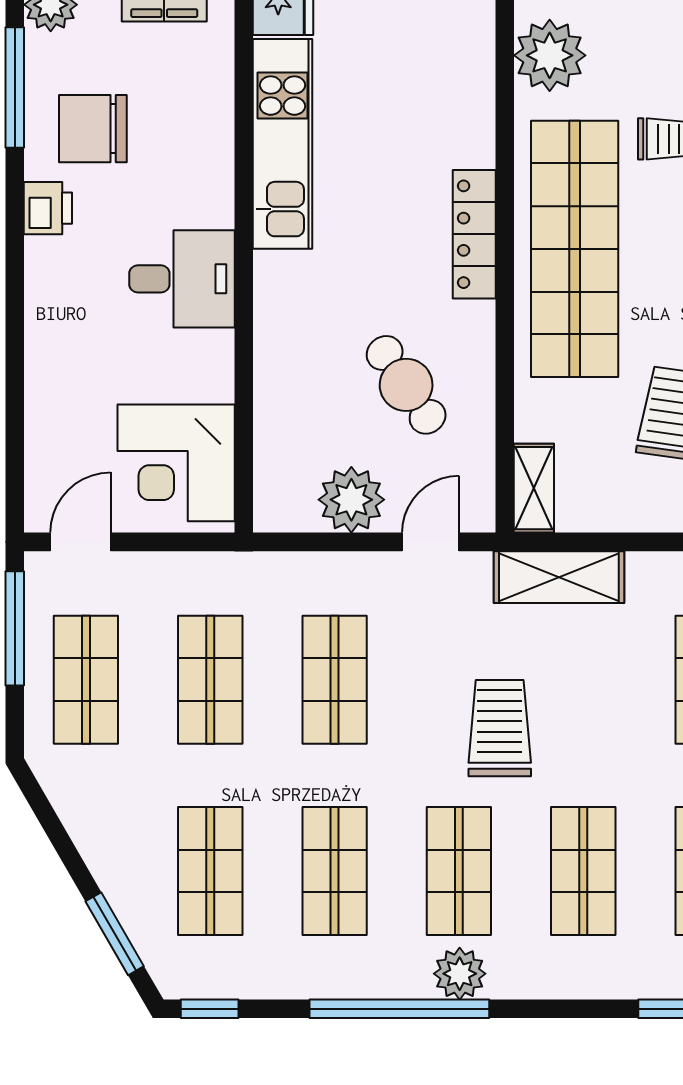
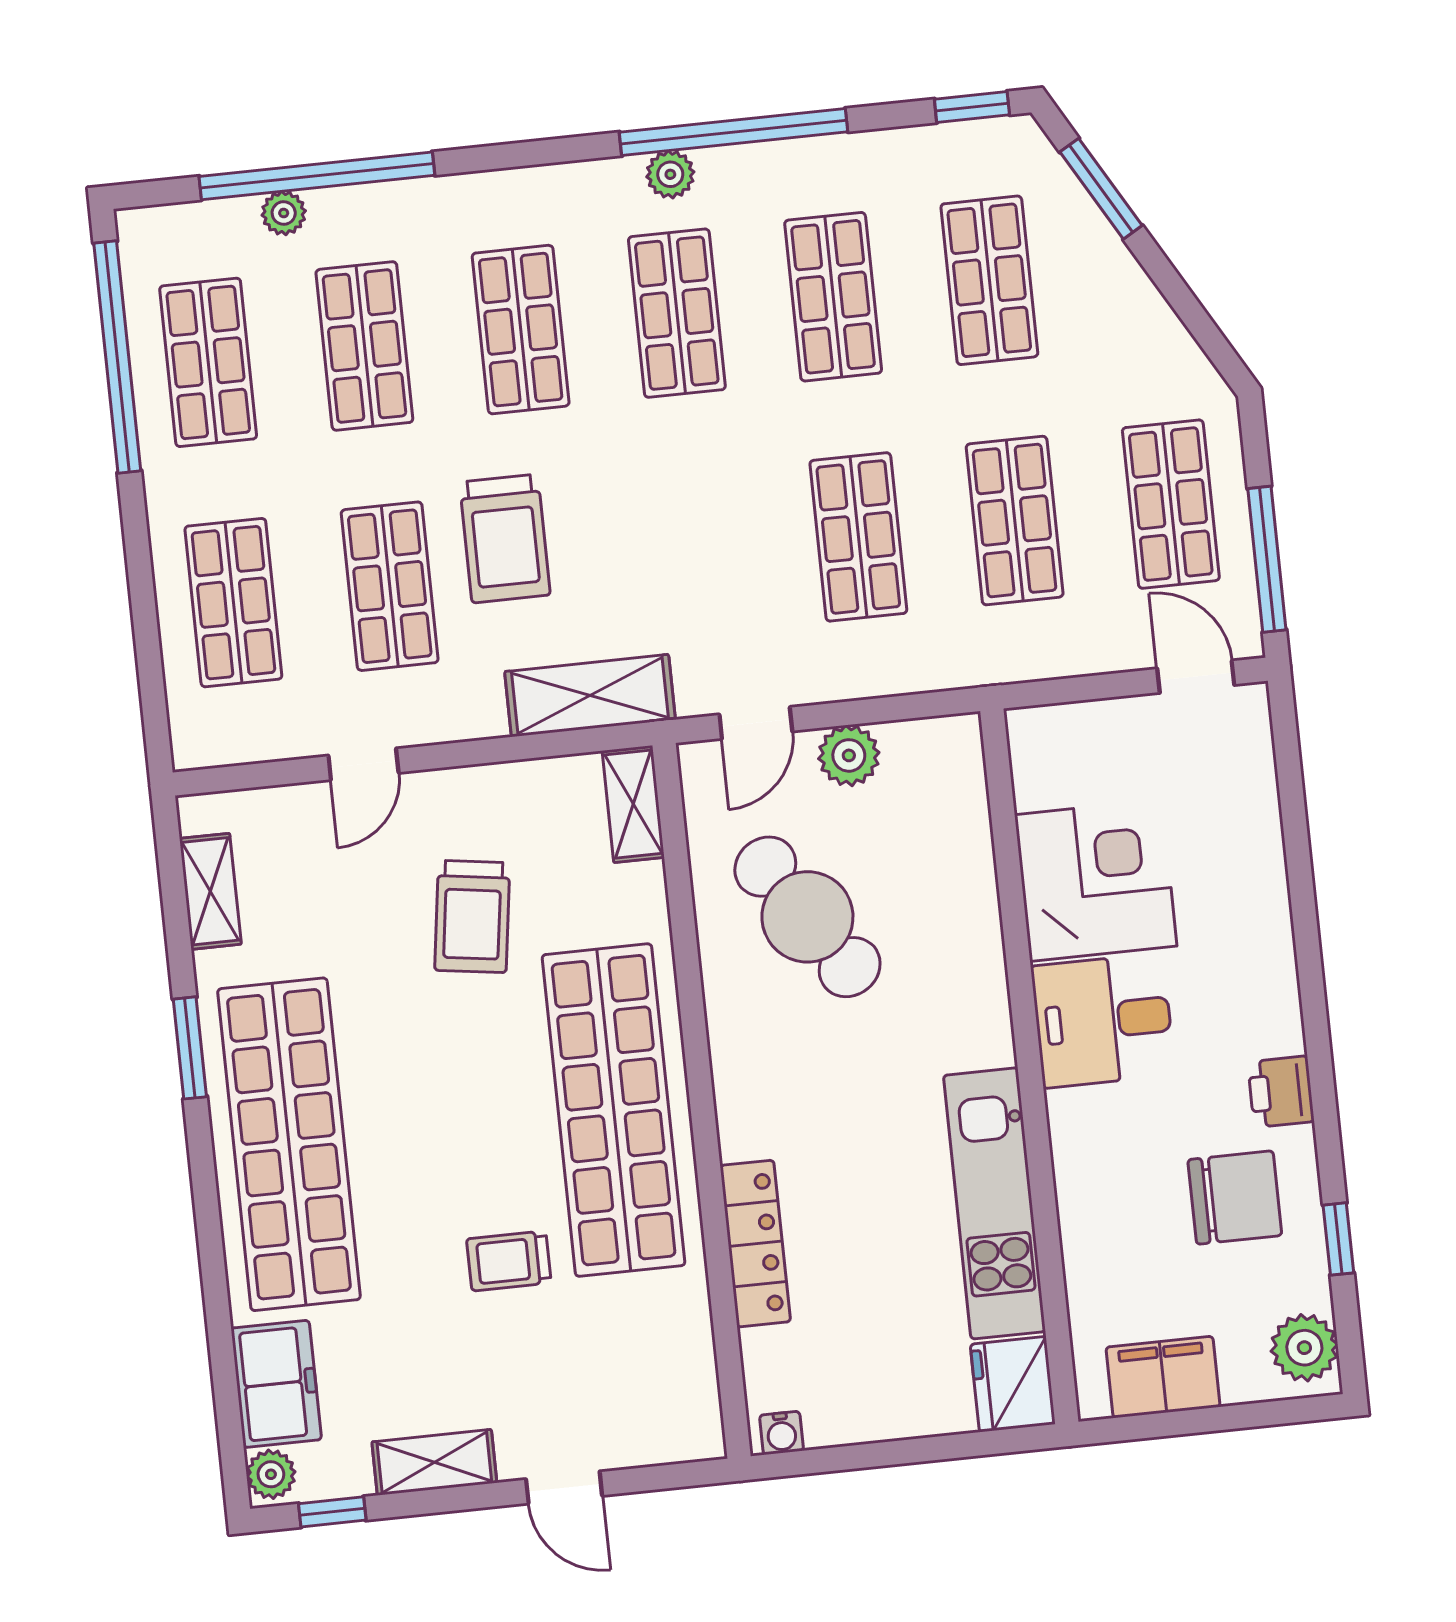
plant: (550, 55) -> (670, 1350), removed
window: (15, 87) -> (1338, 1239), width x0.46
locker: (474, 234) -> (755, 1244), moved
cafe table: (406, 385) -> (807, 917), width x1.37, depth x1.35
corner desk: (176, 463) -> (1096, 880), moved
plant: (351, 500) -> (849, 755), width x0.73, depth x0.73
door: (81, 542) -> (1196, 677), swing flipped
trolley: (500, 728) -> (505, 539), moved
plant: (460, 974) -> (670, 174), width x0.73, depth x0.73

